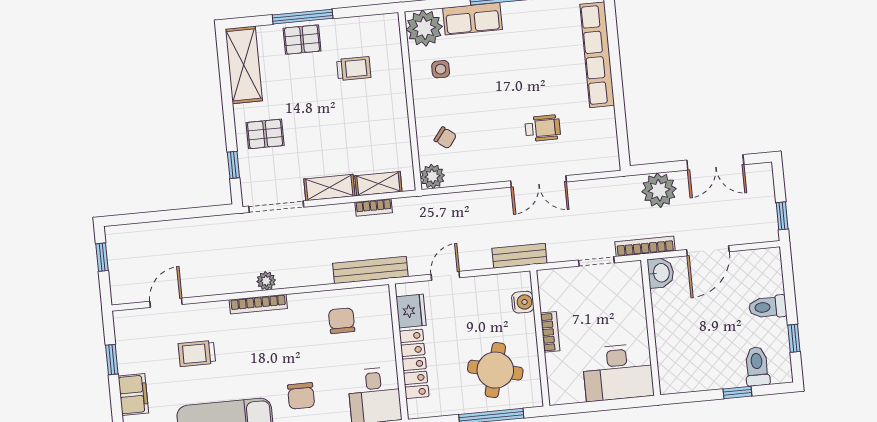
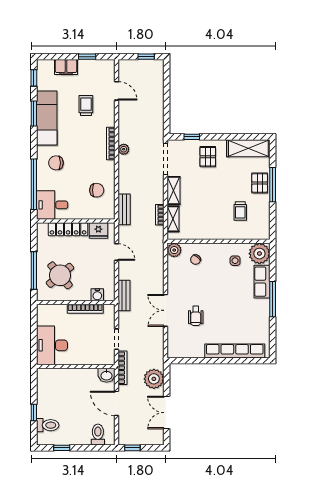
bench: (370, 270) -> (124, 209), width x0.73
toilet: (768, 307) -> (98, 435), moved
bookcase: (550, 332) -> (85, 309), width x1.56
round table: (495, 370) -> (60, 275), turned 36

